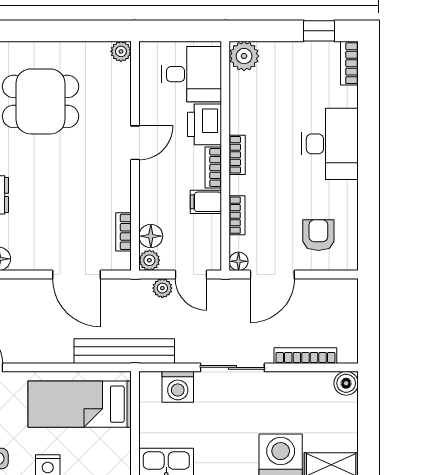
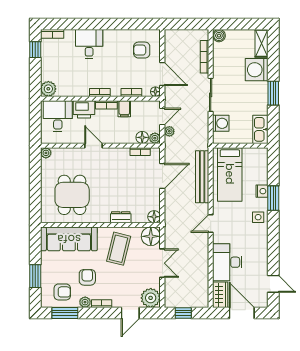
desk: (330, 144) -> (89, 44), width x0.73
bench: (124, 351) -> (202, 177), moved

